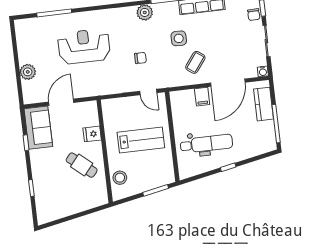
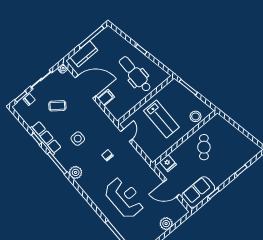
reception desk: (84, 46) -> (125, 198), turned 180
coffee table: (195, 62) -> (57, 106), moved
fridge: (92, 134) -> (168, 163), moved
lab bench: (141, 140) -> (161, 119), turned 180

